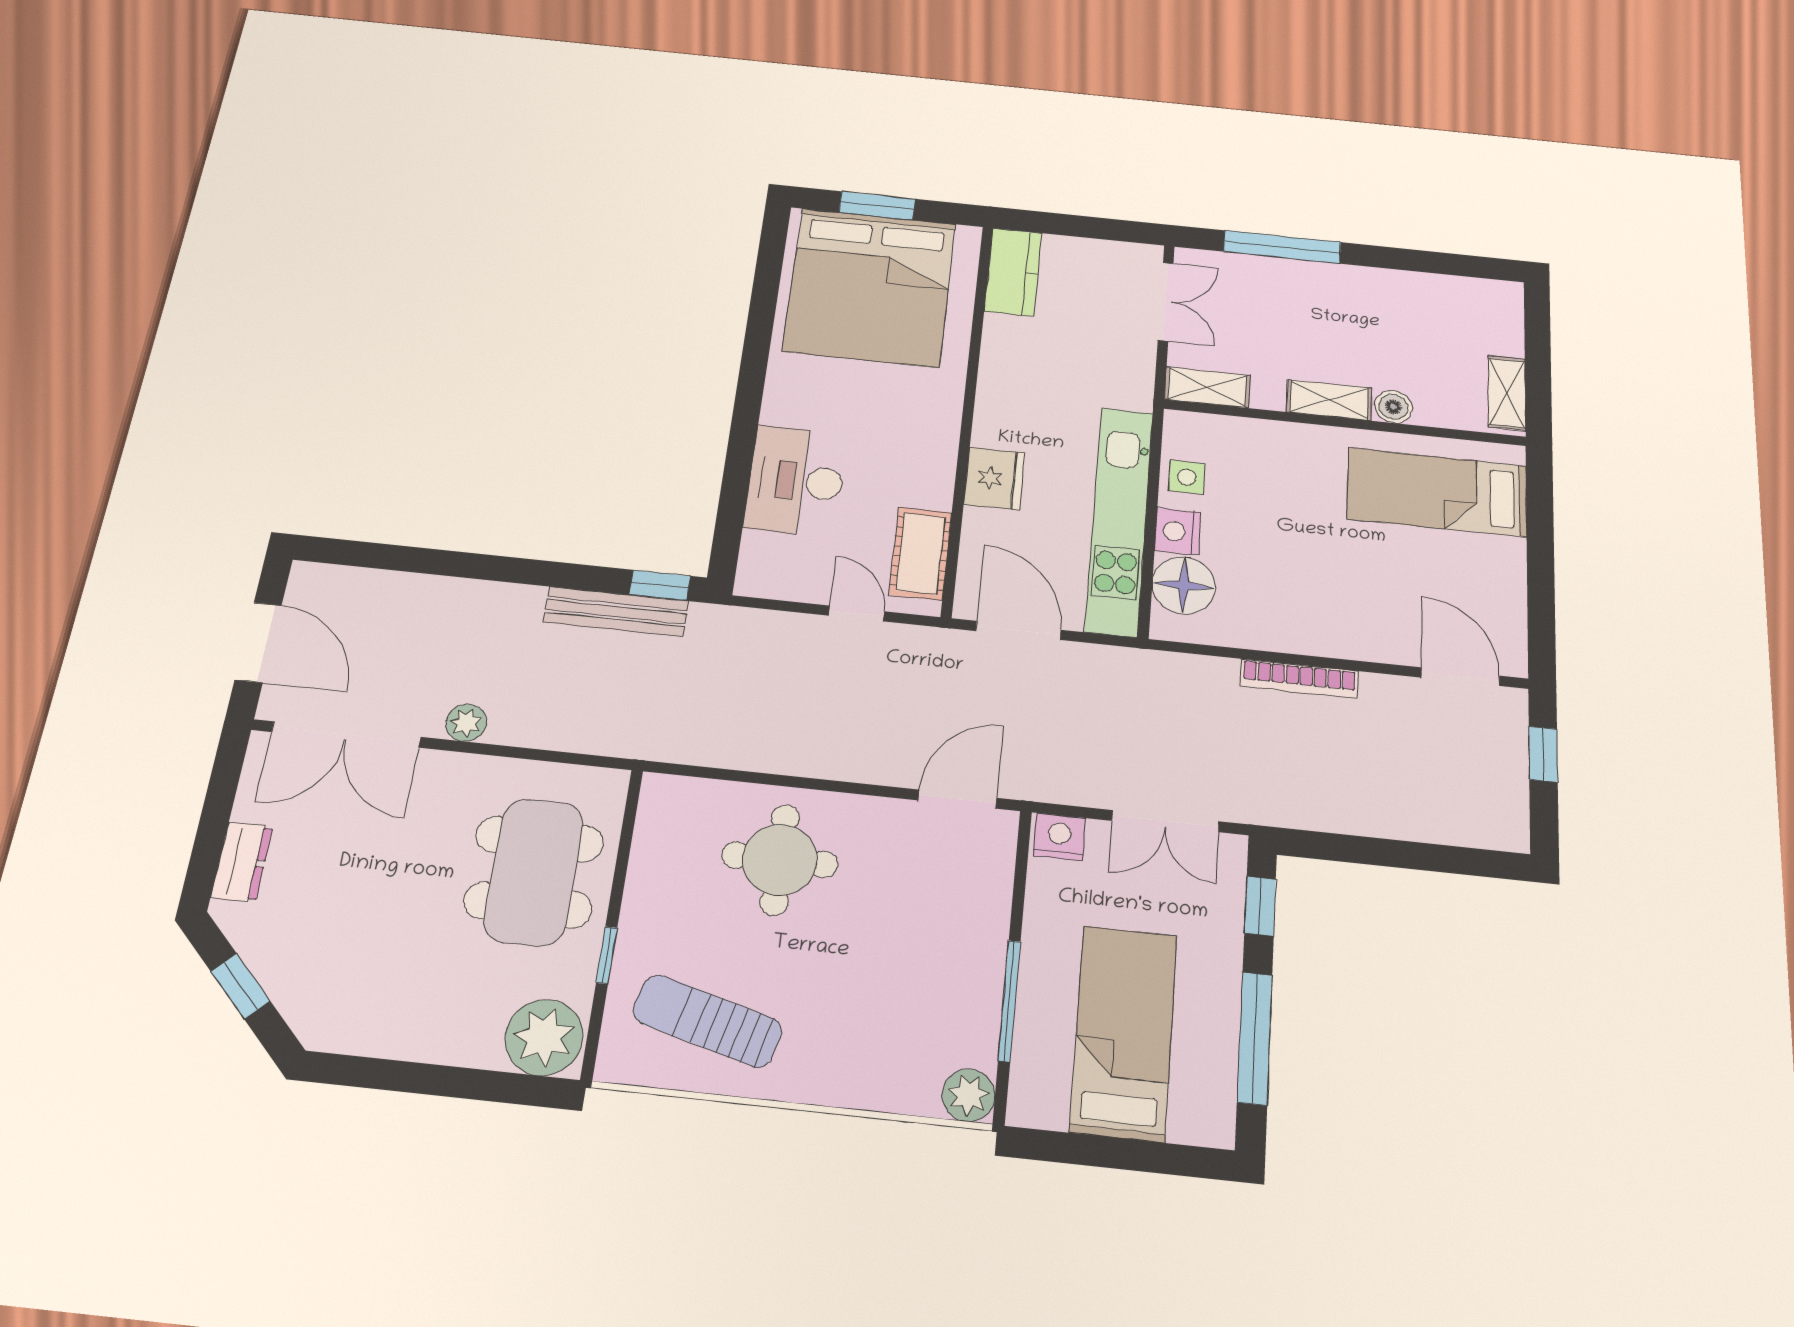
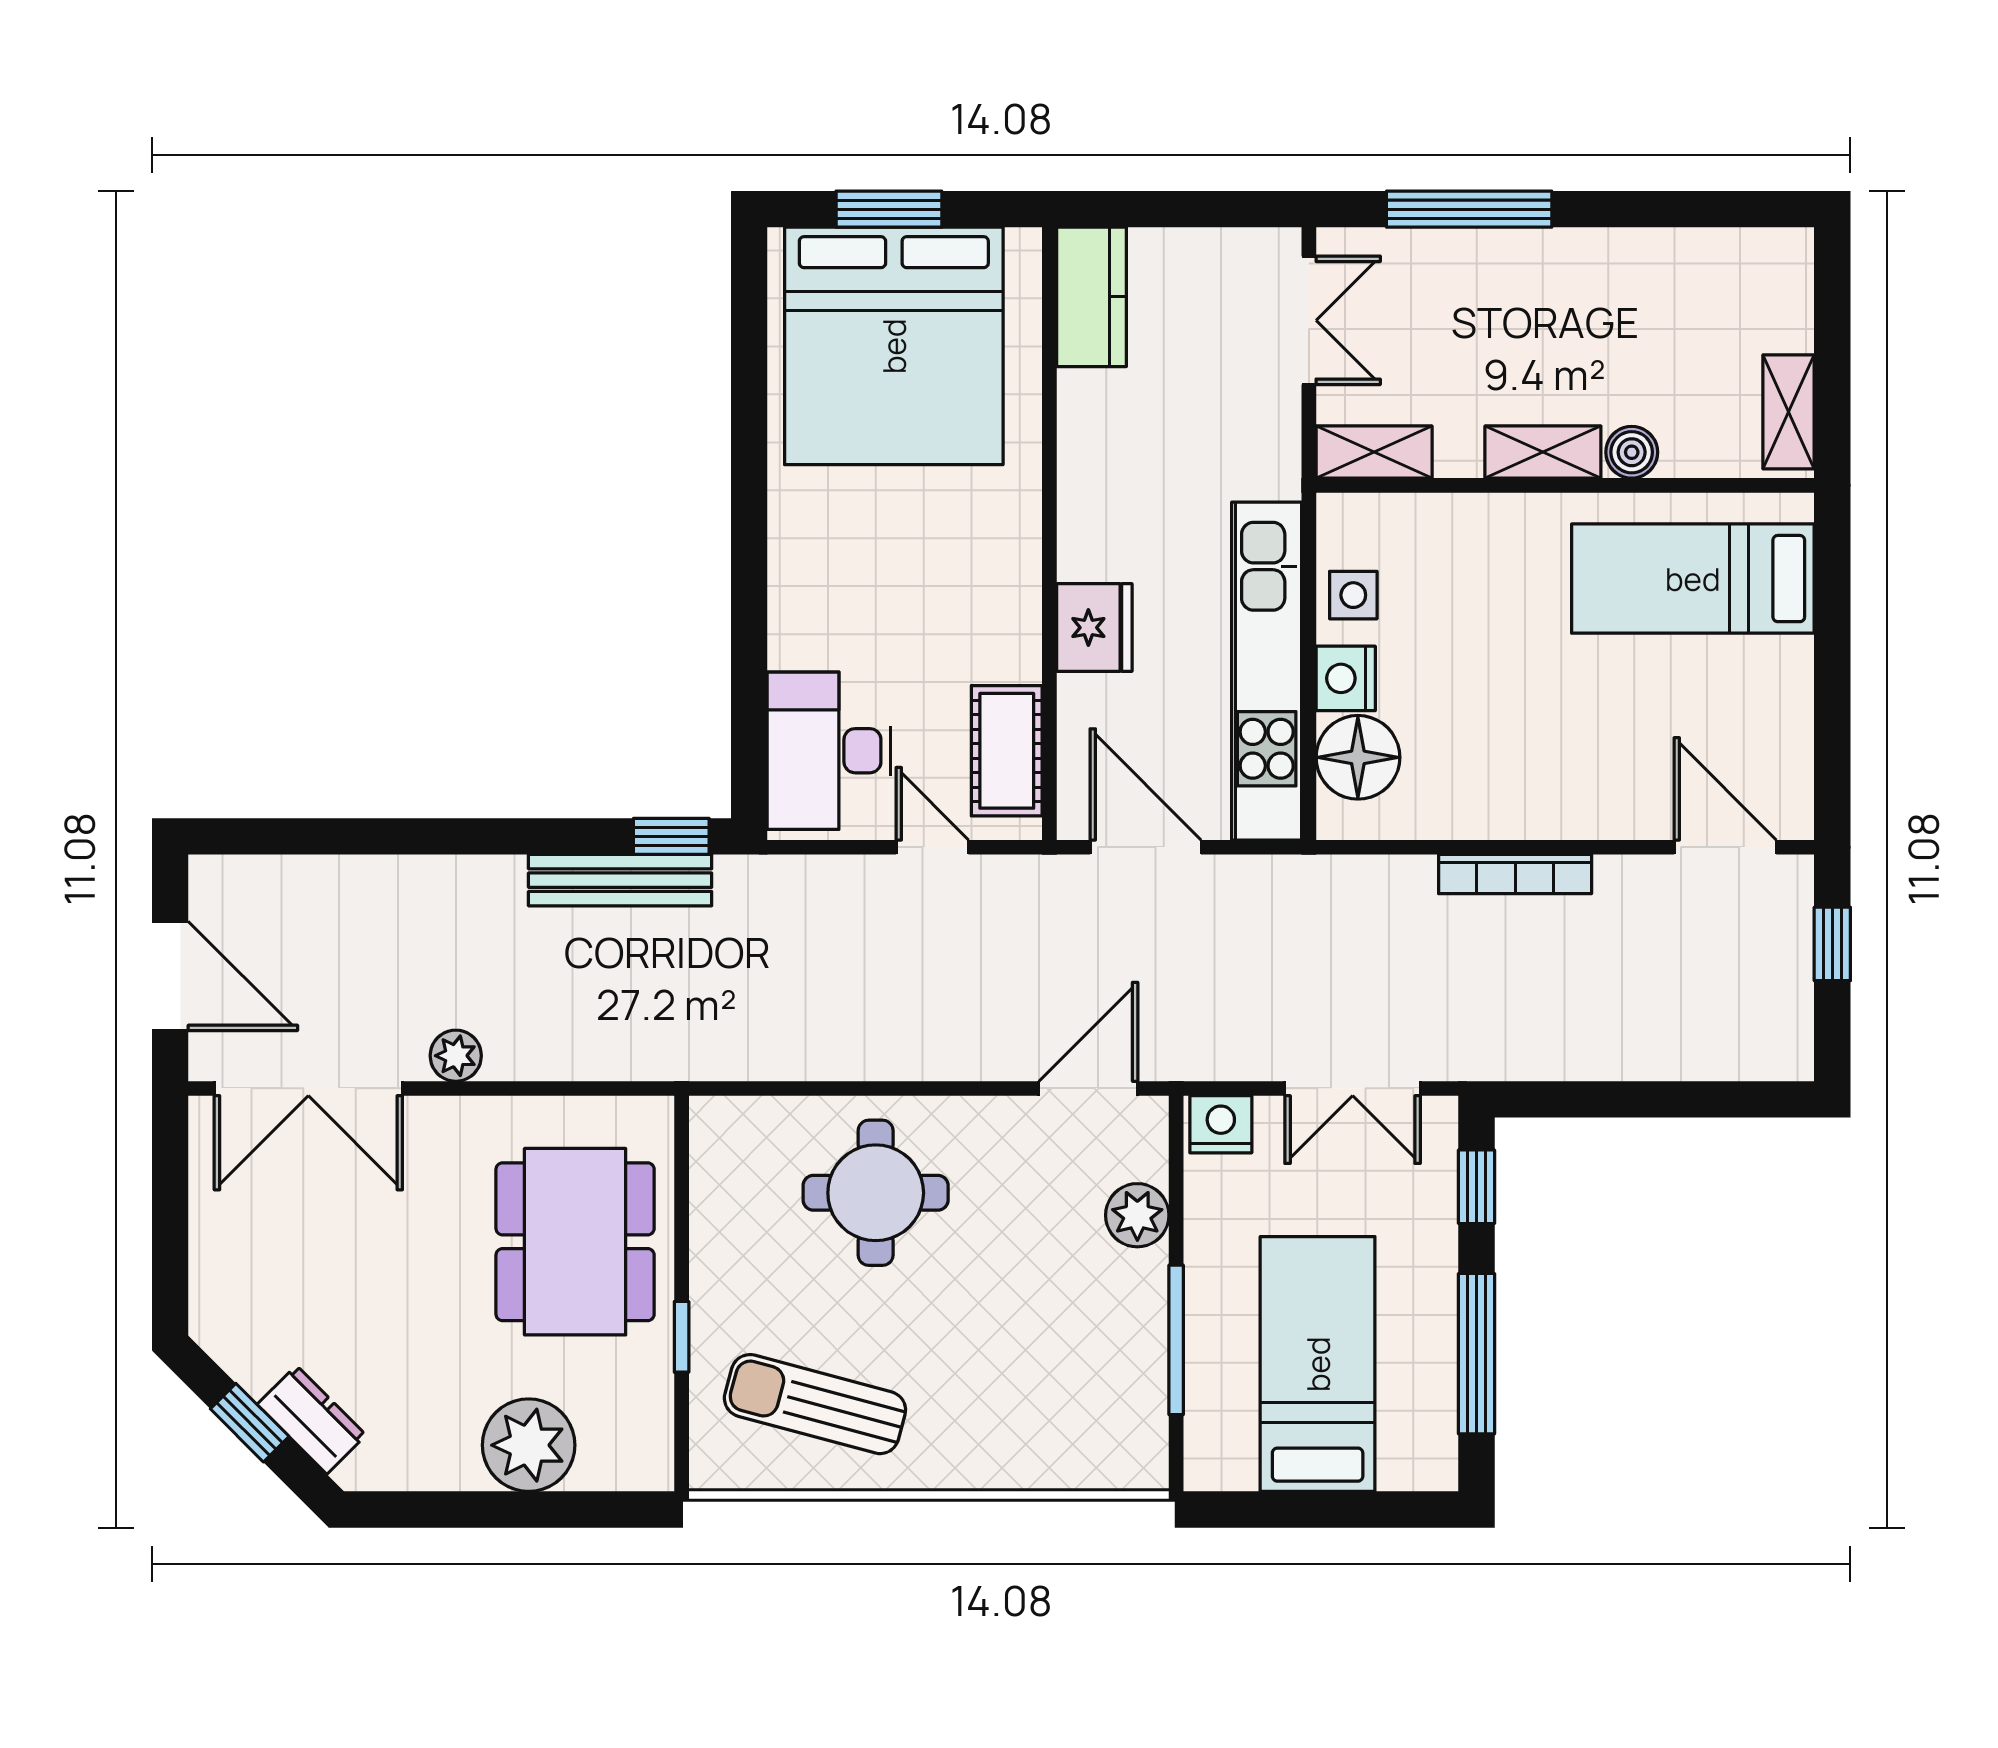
desk: (796, 481) -> (829, 751), moved
dresser: (242, 862) -> (312, 1420), moved, turned -45
plant: (544, 1037) -> (529, 1445), moved
plant: (968, 1095) -> (1137, 1215), moved

